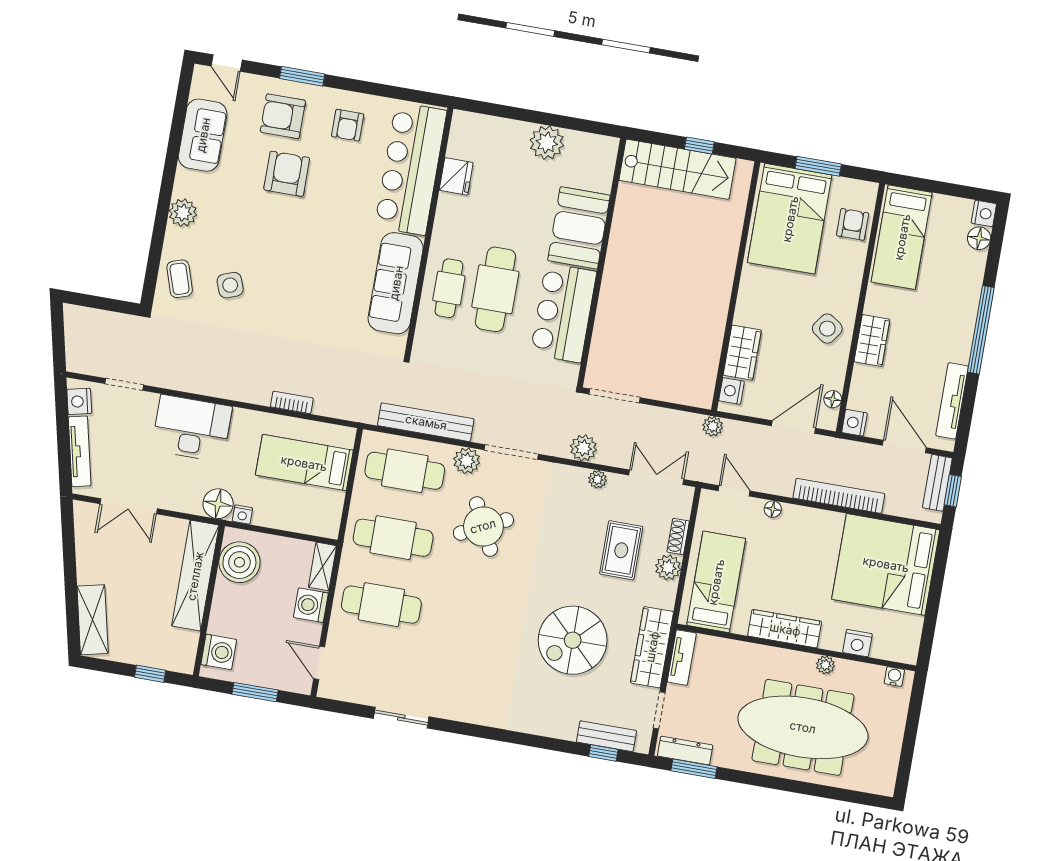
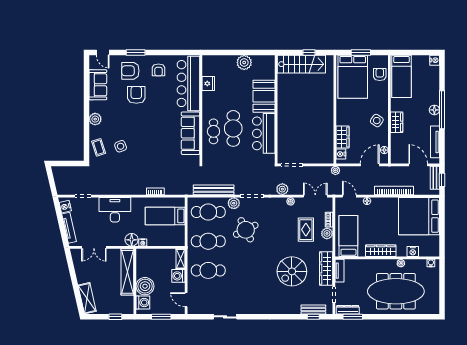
floor lamp: (979, 238) -> (434, 110), moved
nightstand: (854, 423) -> (395, 158), removed
boiler: (239, 562) -> (145, 286), moved

